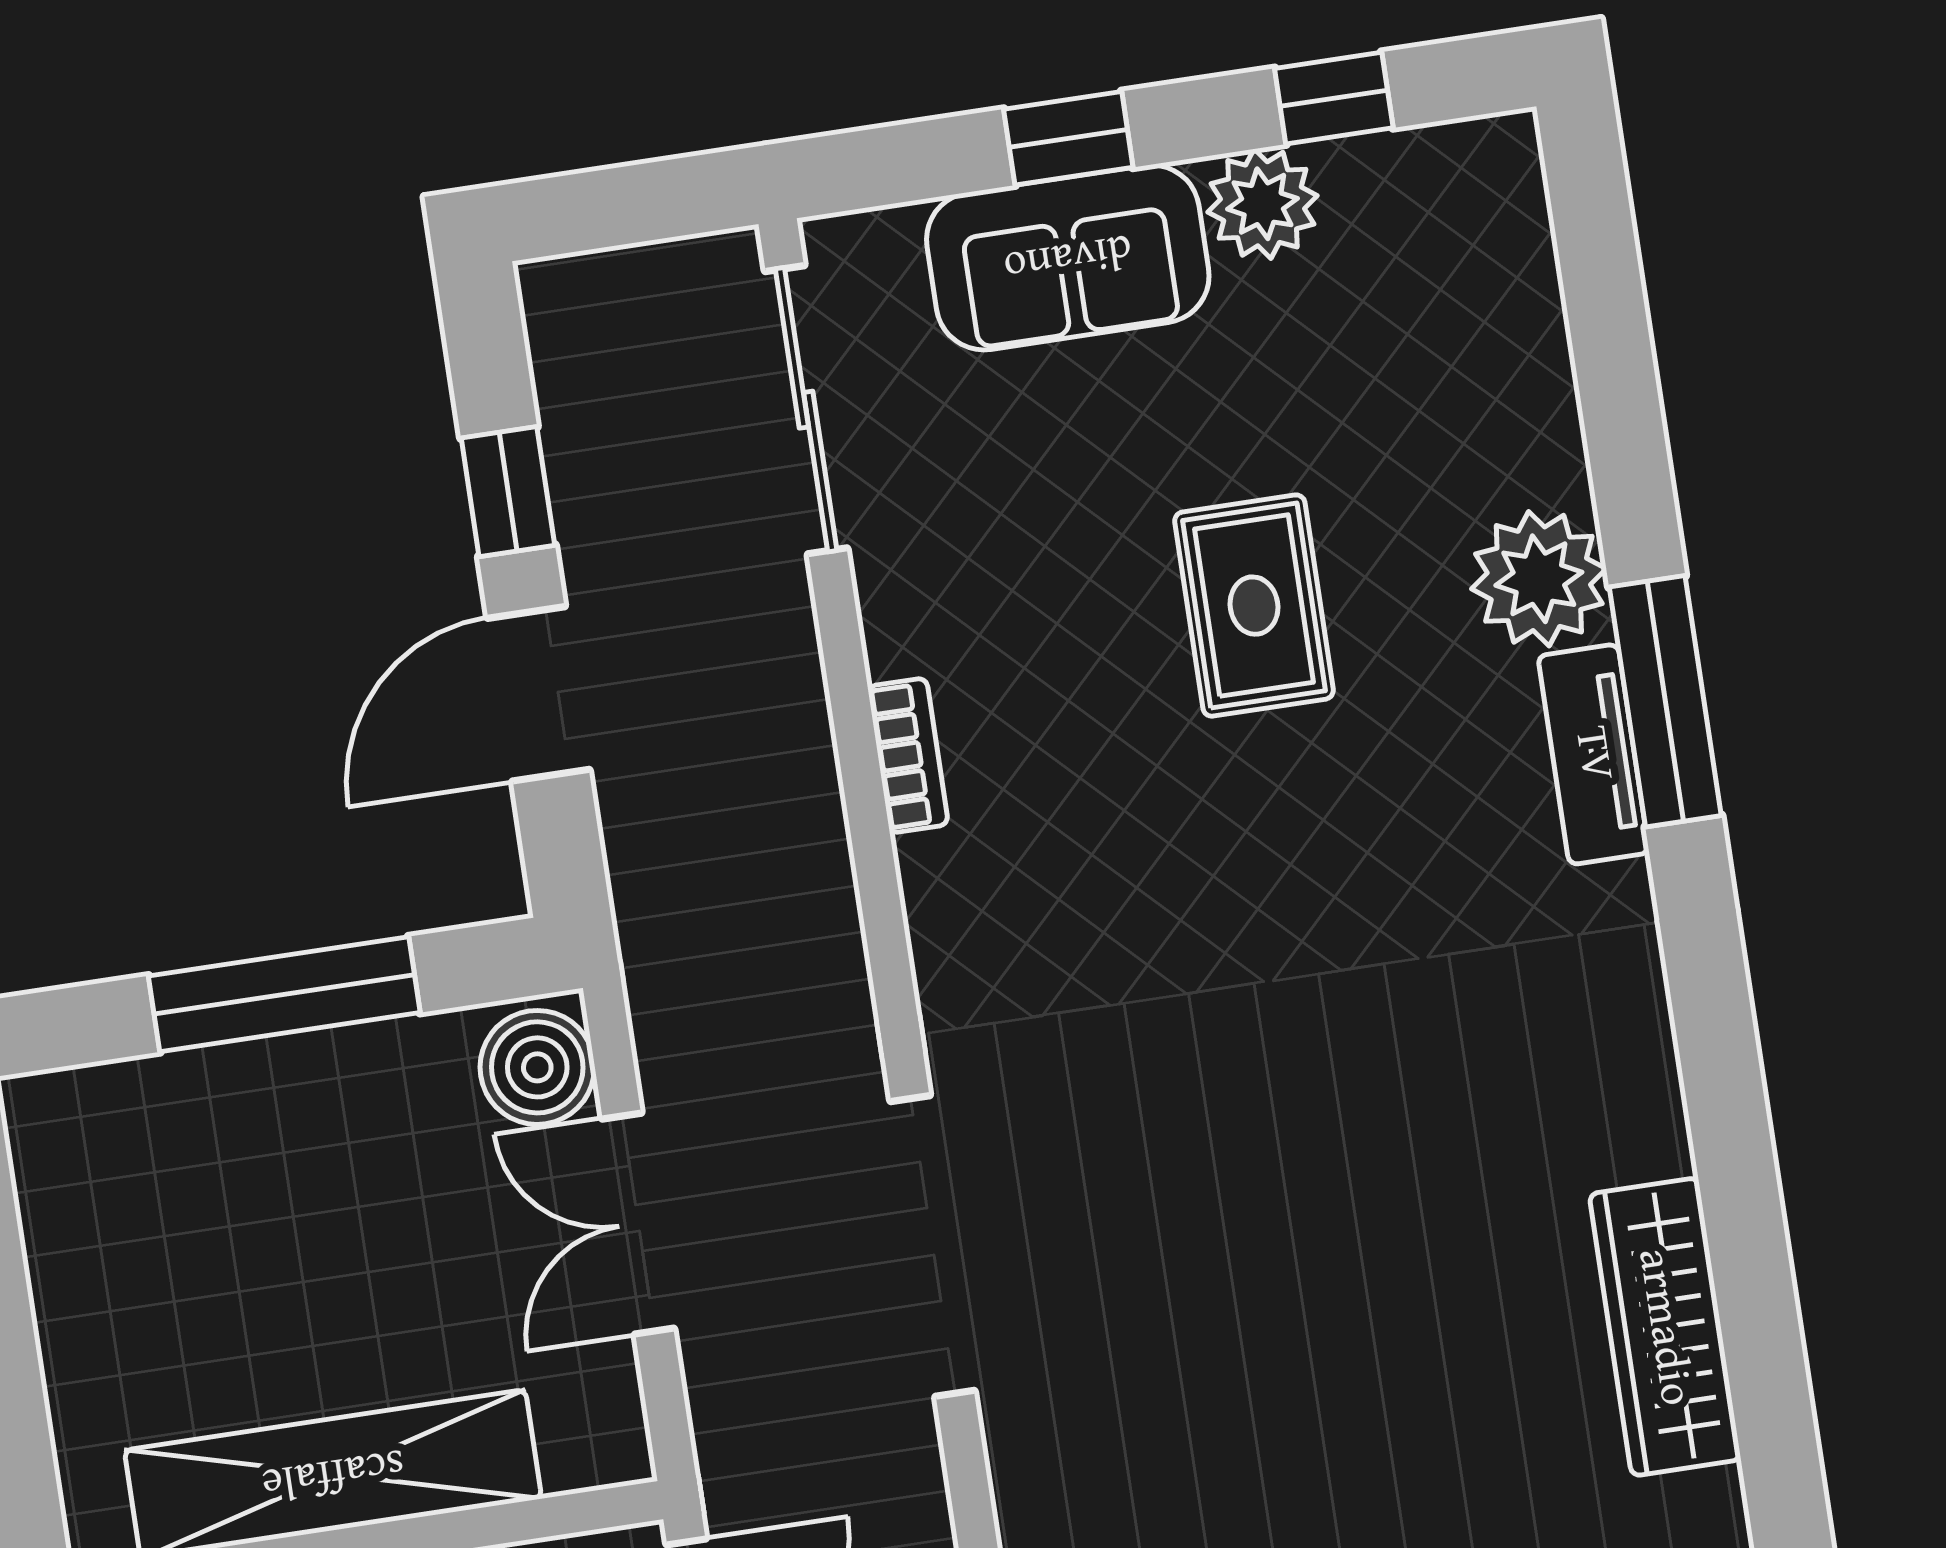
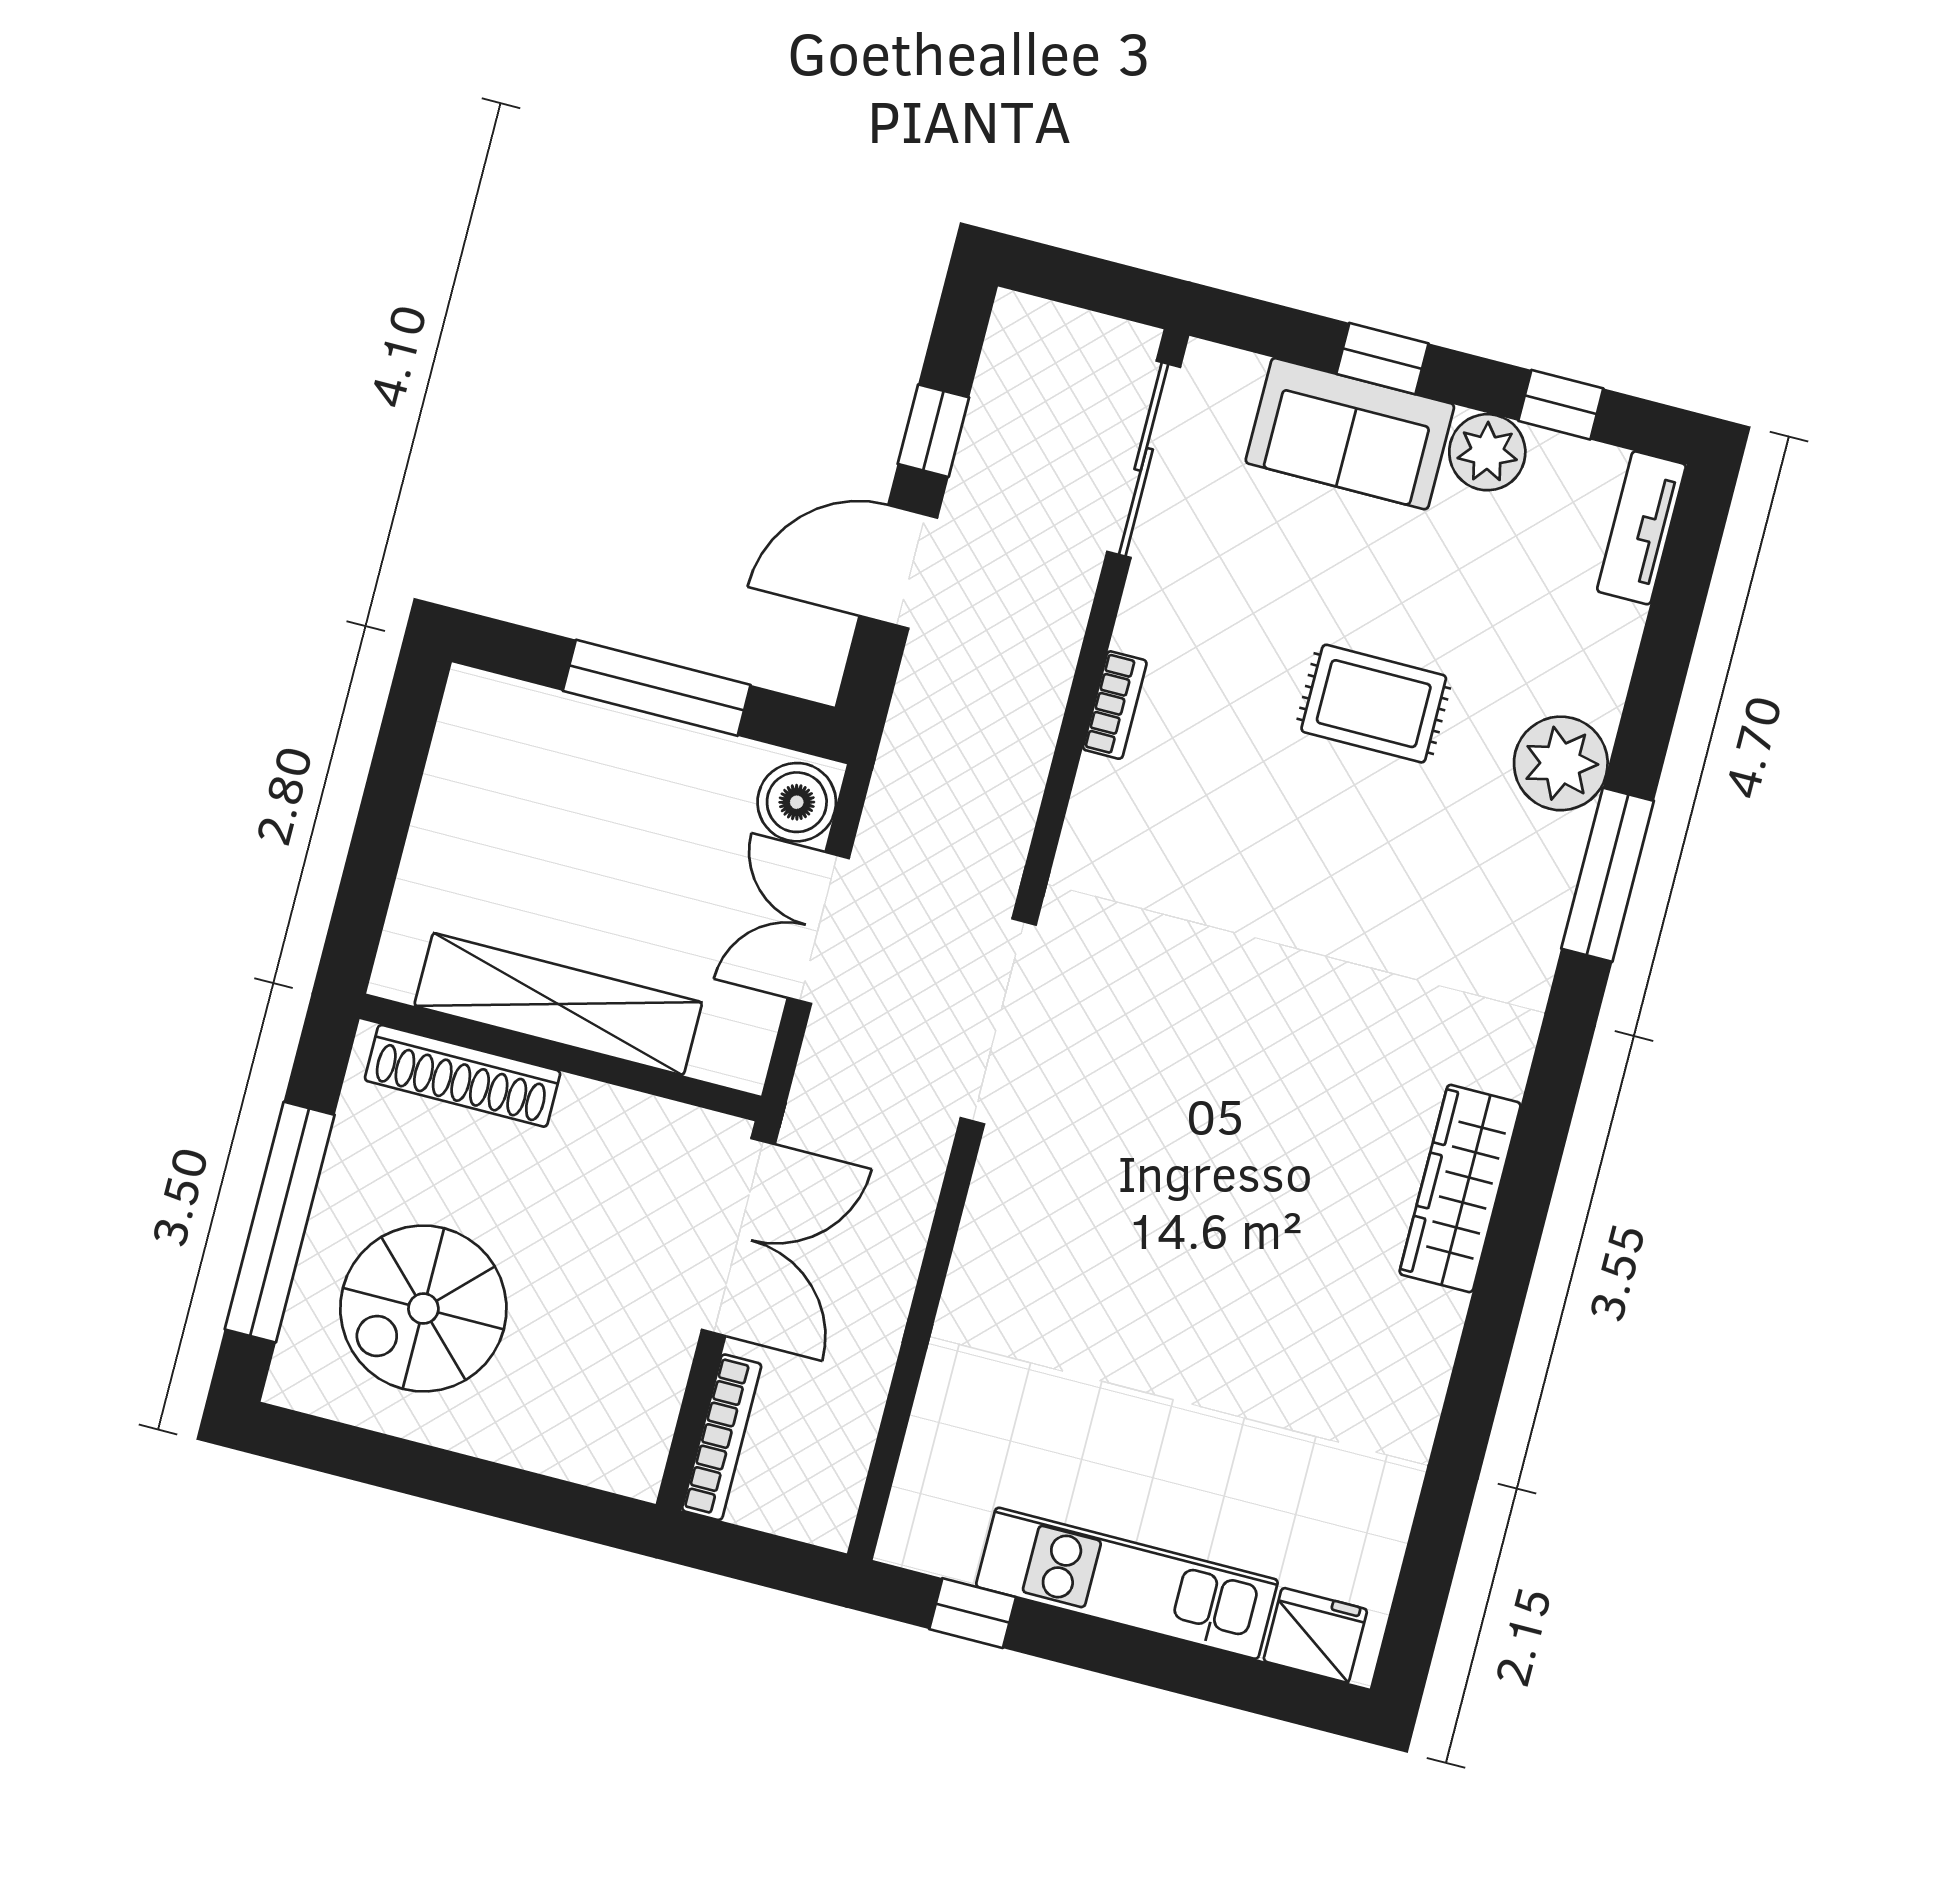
rug: (1254, 606) -> (1374, 704), turned 90
tv unit: (1594, 754) -> (1641, 528), moved
wardrobe: (1665, 1327) -> (1460, 1188), moved

